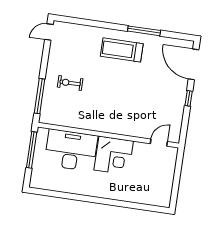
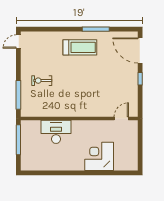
treadmill: (122, 50) -> (80, 47), turned 180
desk: (71, 150) -> (56, 132), width x0.73, depth x0.77
corner desk: (114, 156) -> (99, 156), moved, turned 180

